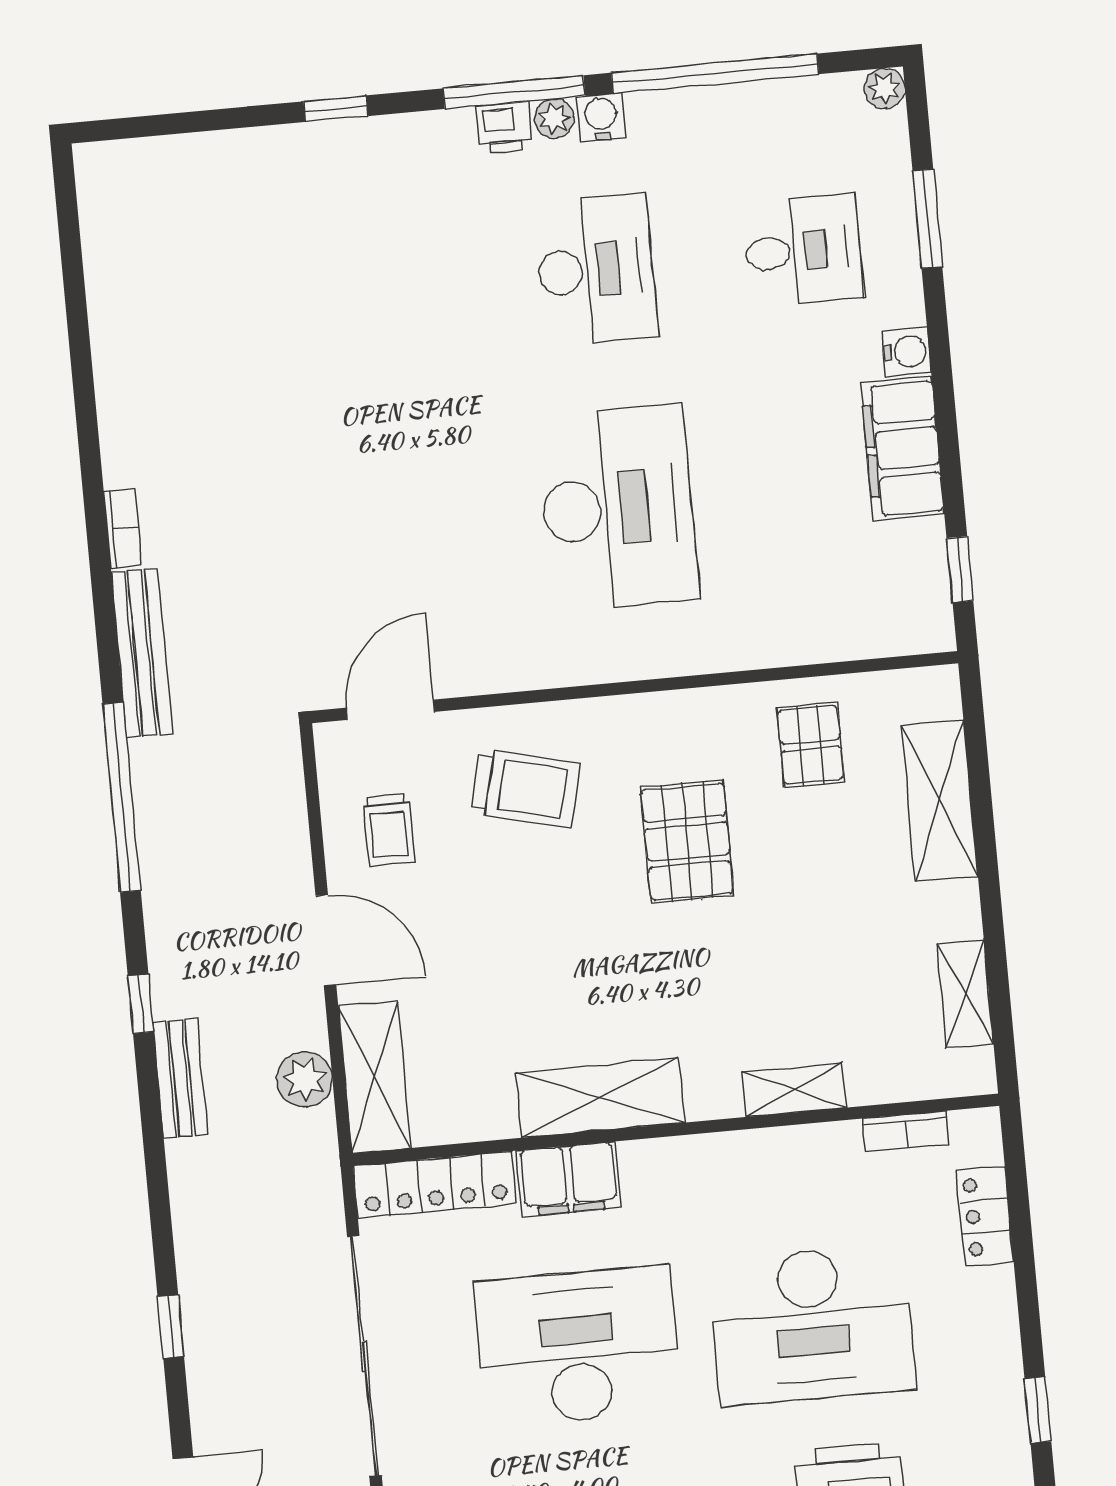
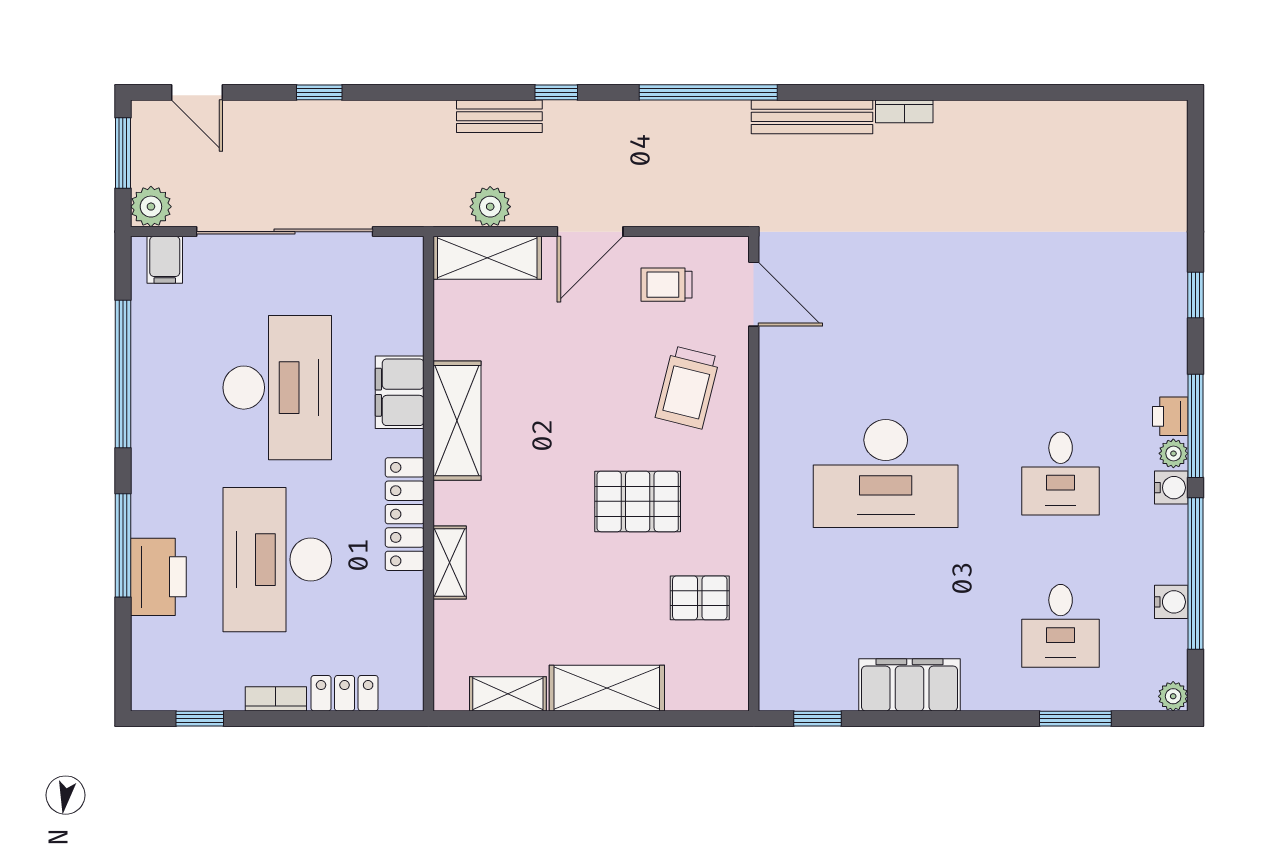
desk: (596, 270) -> (1061, 474), width x0.73
water cooler: (906, 352) -> (1171, 602), moved, turned -90
shelving: (939, 800) -> (607, 688), moved
bookcase: (906, 1131) -> (276, 699), moved, turned 90
locker: (435, 1185) -> (405, 514), moved

